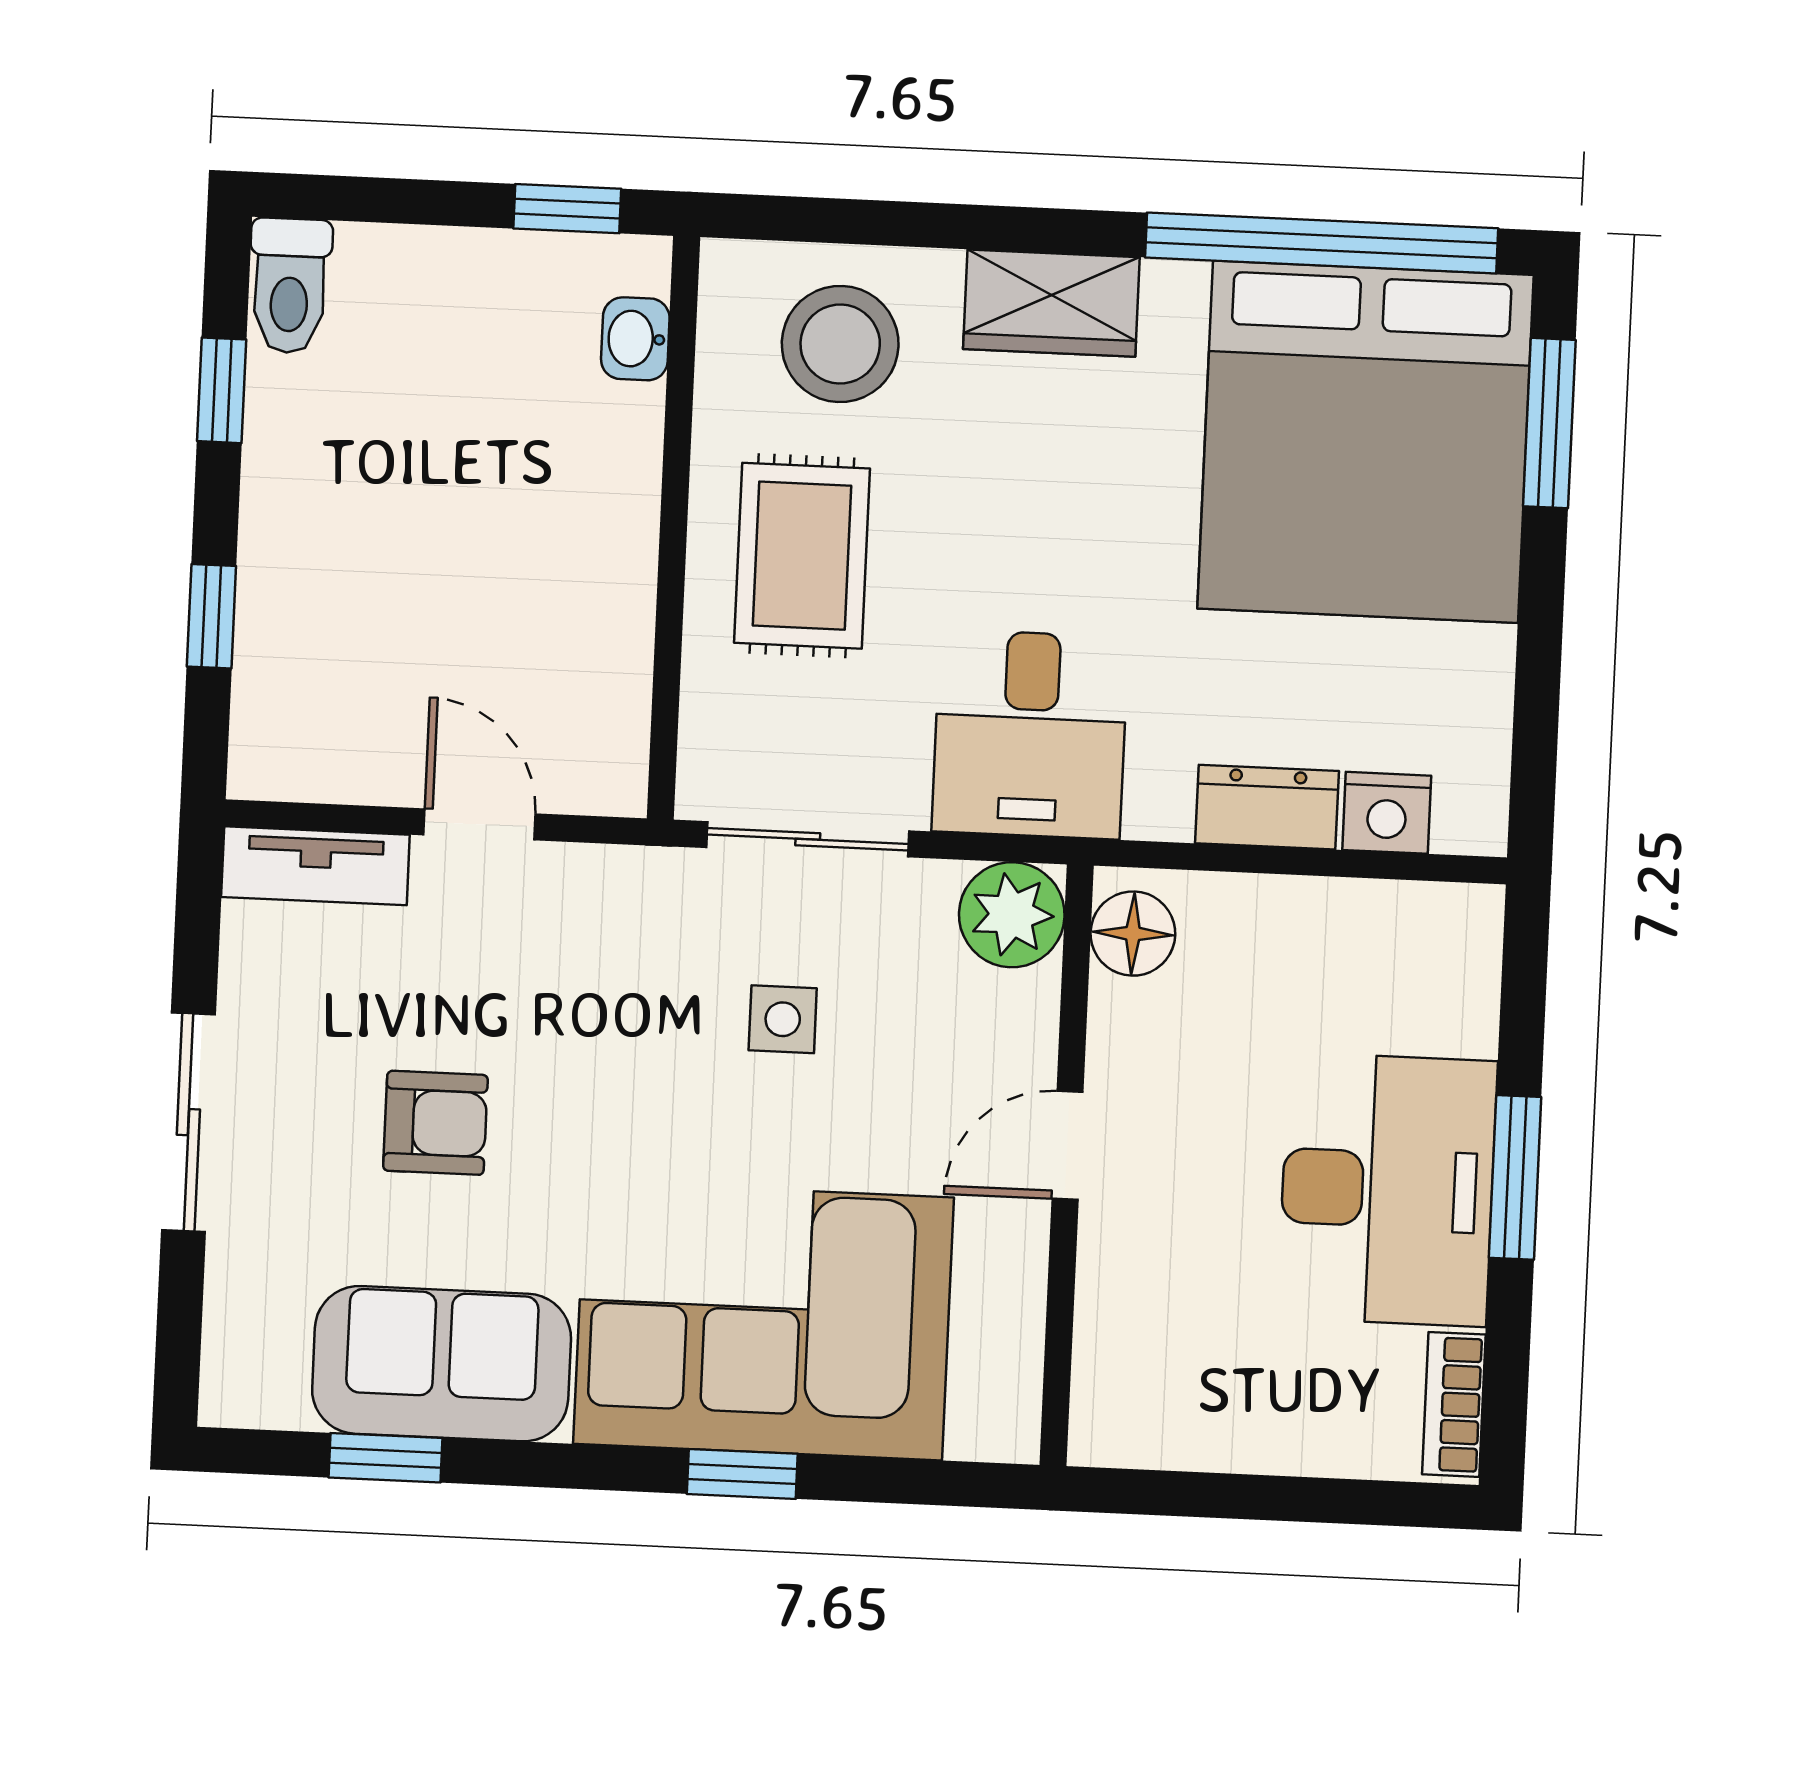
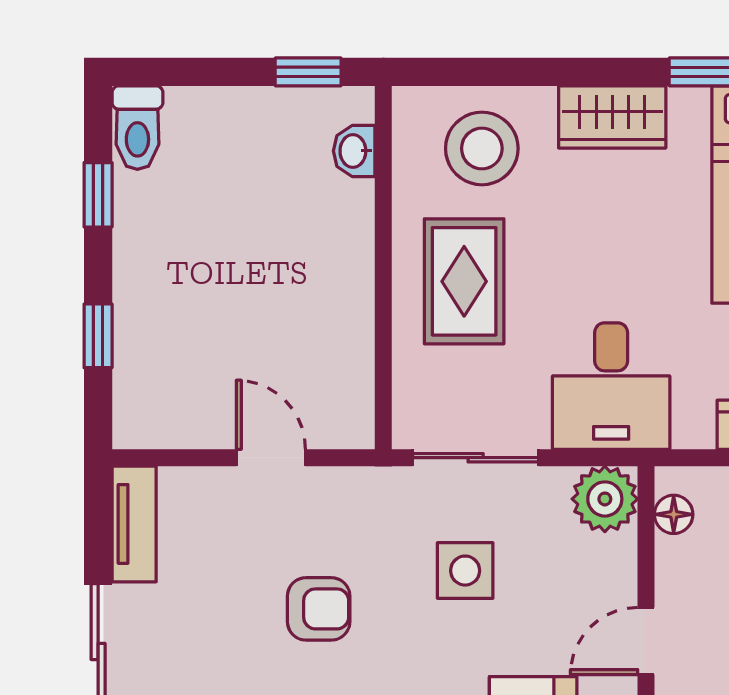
tv unit: (315, 866) -> (134, 524), moved, turned -90
floor lamp: (1133, 934) -> (674, 514), width x0.73, depth x0.73
side table: (783, 1019) -> (465, 571), width x1.37, depth x1.37
armchair: (435, 1123) -> (319, 609), moved

